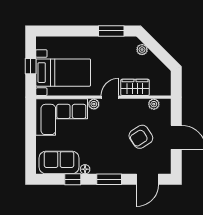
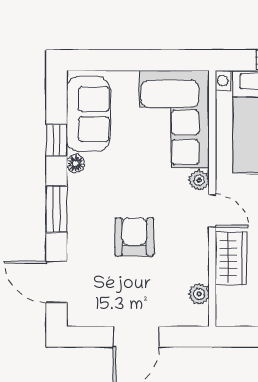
armchair: (141, 137) -> (134, 237), moved, turned 33

